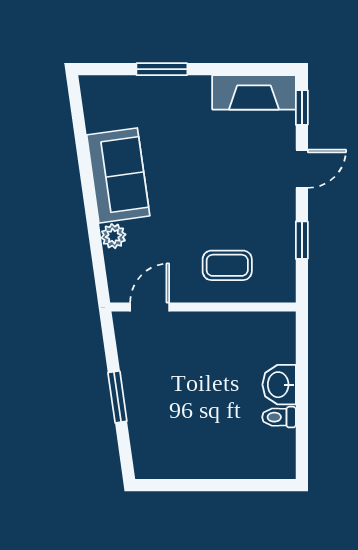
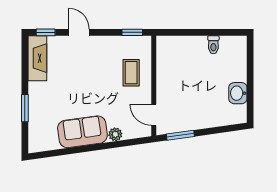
window: (302, 240) -> (132, 32), moved
washbasin: (279, 385) -> (238, 93), moved, turned 90
window: (117, 397) -> (180, 135), moved

